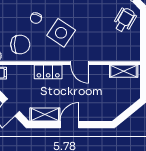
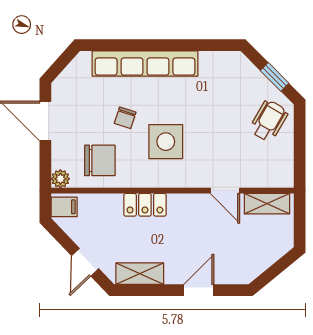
side table: (61, 33) -> (166, 142), turned -34
door: (80, 63) -> (225, 191), moved
door: (69, 125) -> (199, 290), moved

